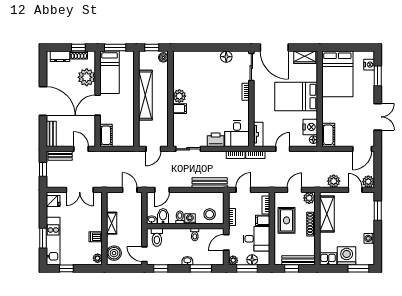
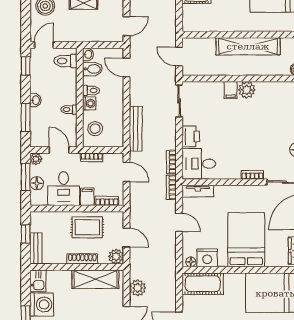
cot: (328, 135) -> (203, 284), width x1.37, depth x1.34
bench: (298, 260) -> (36, 248), width x0.73

